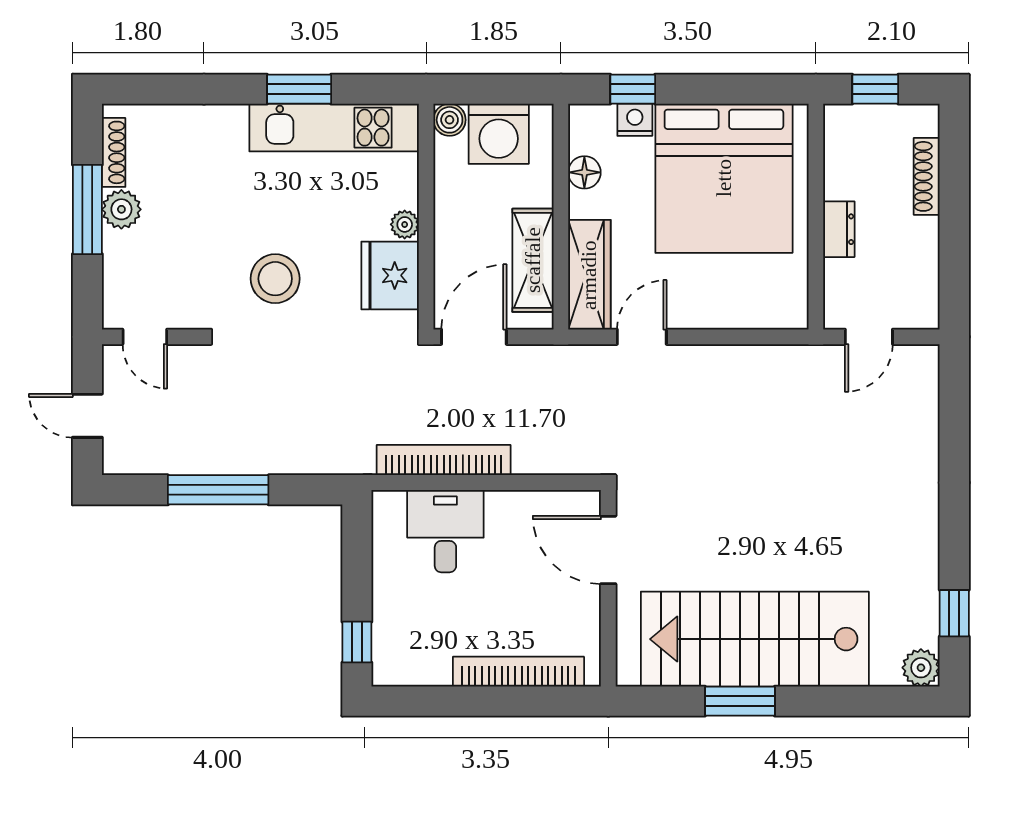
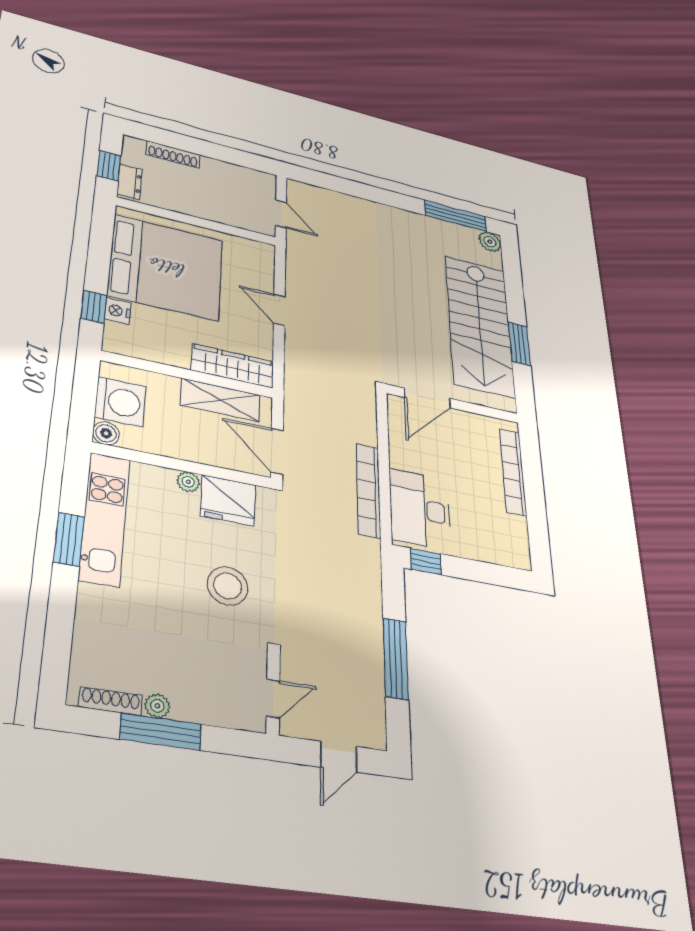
floor lamp: (584, 172) -> (155, 352), removed
plant: (121, 209) -> (157, 706), width x0.73, depth x0.73
dresser: (839, 229) -> (130, 182), moved, turned 90
door: (642, 337) -> (279, 310), moved
desk: (445, 531) -> (420, 509), width x1.37
window: (954, 613) -> (456, 216), width x2.17
window: (357, 642) -> (426, 561), moved

